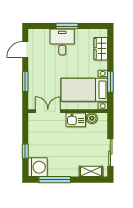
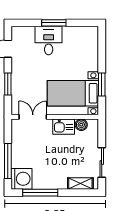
wardrobe: (101, 49) -> (91, 48), removed
window: (25, 151) -> (8, 161), width x2.17

